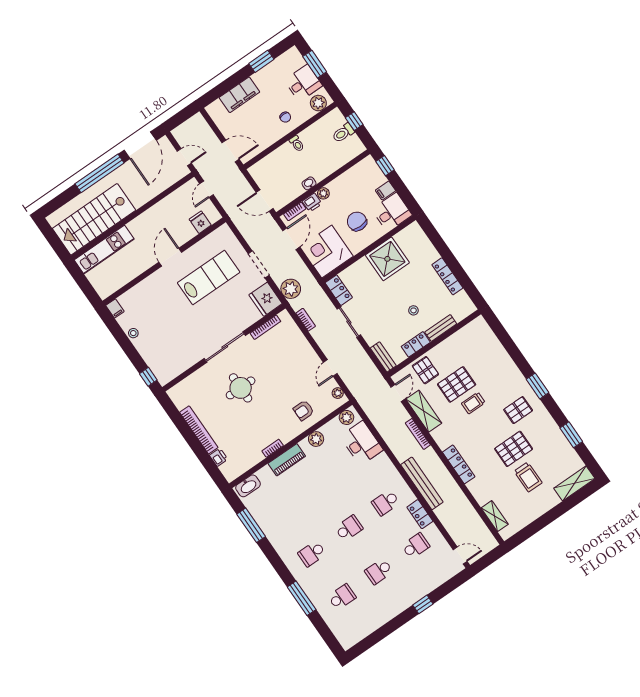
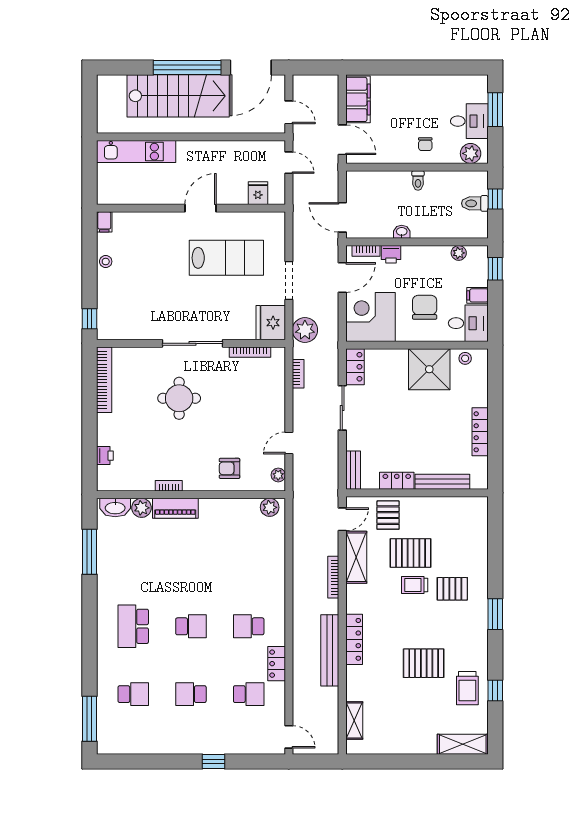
window: (261, 61) -> (441, 67), removed
filing cabinet: (239, 95) -> (358, 99), moved, turned -90
door: (207, 189) -> (289, 163), swing flipped
plant: (323, 193) -> (459, 253), moved
stairs: (94, 219) -> (178, 96), moved, turned 180
stool: (413, 310) -> (465, 358), moved
bench: (441, 328) -> (442, 482), width x1.36
pallet: (518, 410) -> (452, 589), moved
bookcase: (199, 430) -> (104, 380), moved
window: (571, 435) -> (495, 691), width x0.67
plant: (316, 439) -> (142, 508), moved
desk: (362, 443) -> (267, 546), removed
trolley: (528, 477) -> (467, 688), moved
bench: (422, 483) -> (330, 650), moved
school desk: (312, 554) -> (133, 626), width x1.85
window: (302, 598) -> (89, 719), moved

